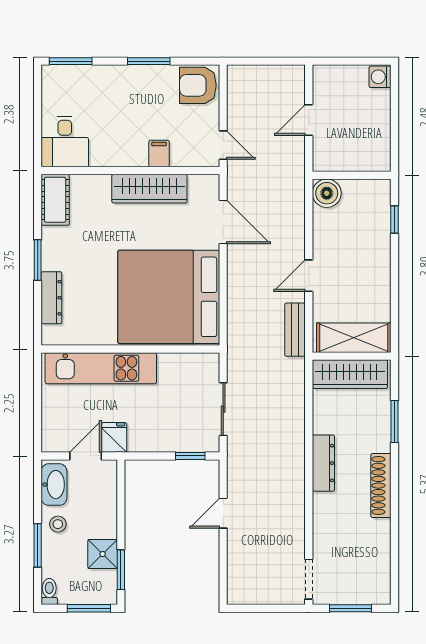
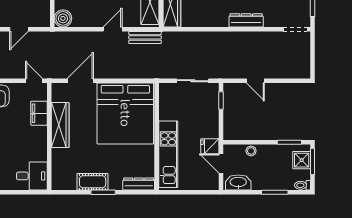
door: (309, 120) -> (19, 29), hinge flipped
door: (223, 145) -> (34, 81), hinge flipped
filing cabinet: (159, 153) -> (39, 113), width x2.00
cot: (55, 200) -> (93, 182), moved
door: (309, 276) -> (113, 29), swing flipped
dresser: (51, 298) -> (139, 184), moved
dresser: (323, 463) -> (246, 20), moved
stool: (58, 524) -> (251, 151), moved
shower: (103, 554) -> (302, 160), moved

